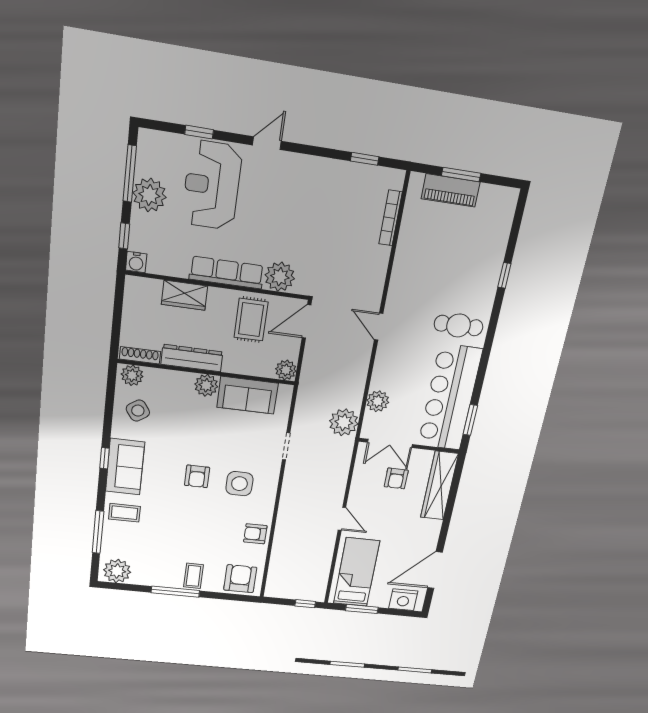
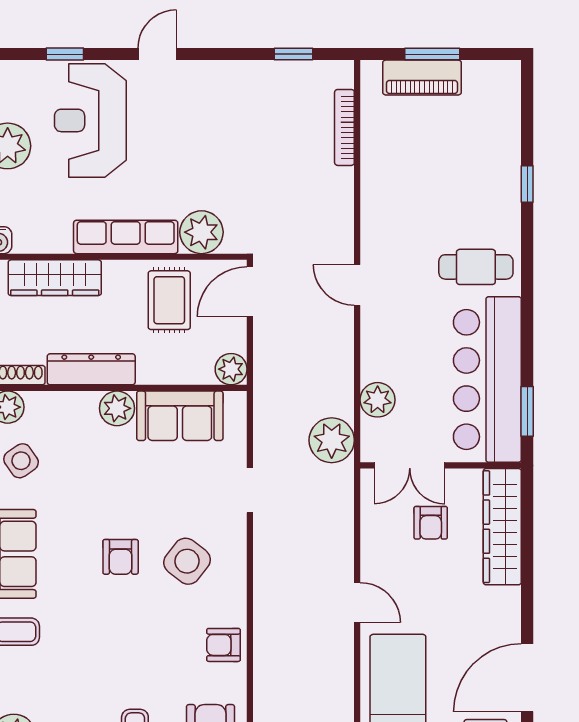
wardrobe: (185, 295) -> (55, 278), width x1.50
side table: (239, 484) -> (187, 561), turned 38

